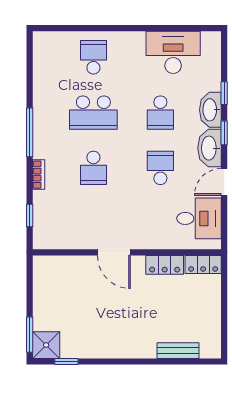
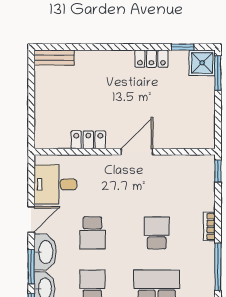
window: (224, 133) -> (31, 267), width x1.50
window: (30, 215) -> (218, 171), moved
door: (114, 252) -> (137, 152), hinge flipped
locker: (203, 264) -> (151, 59), moved, turned 180
bench: (178, 351) -> (54, 58), moved

